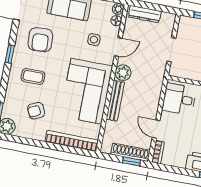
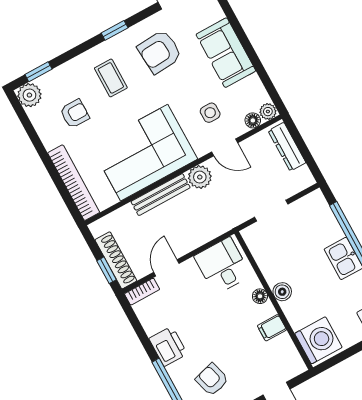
armchair: (36, 111) -> (75, 114), turned 115

